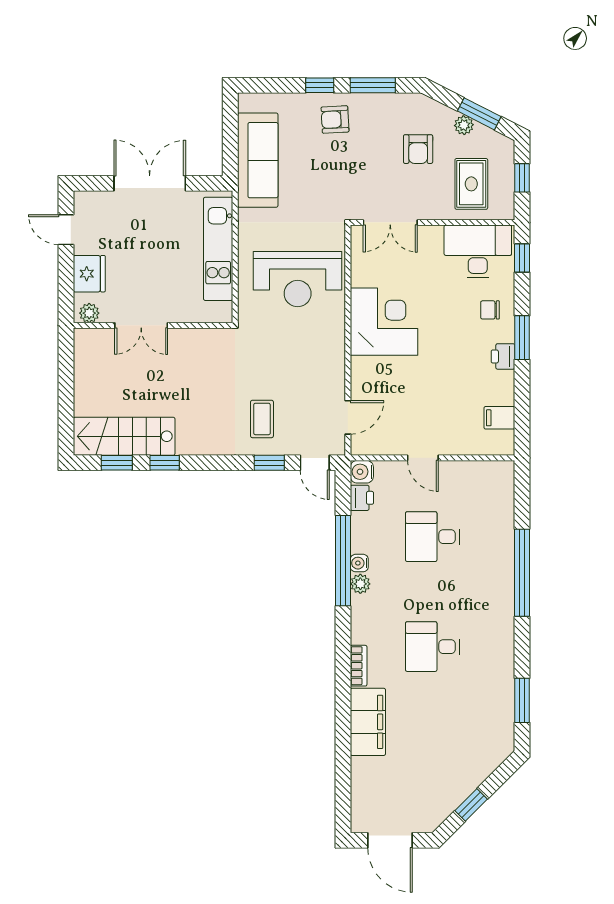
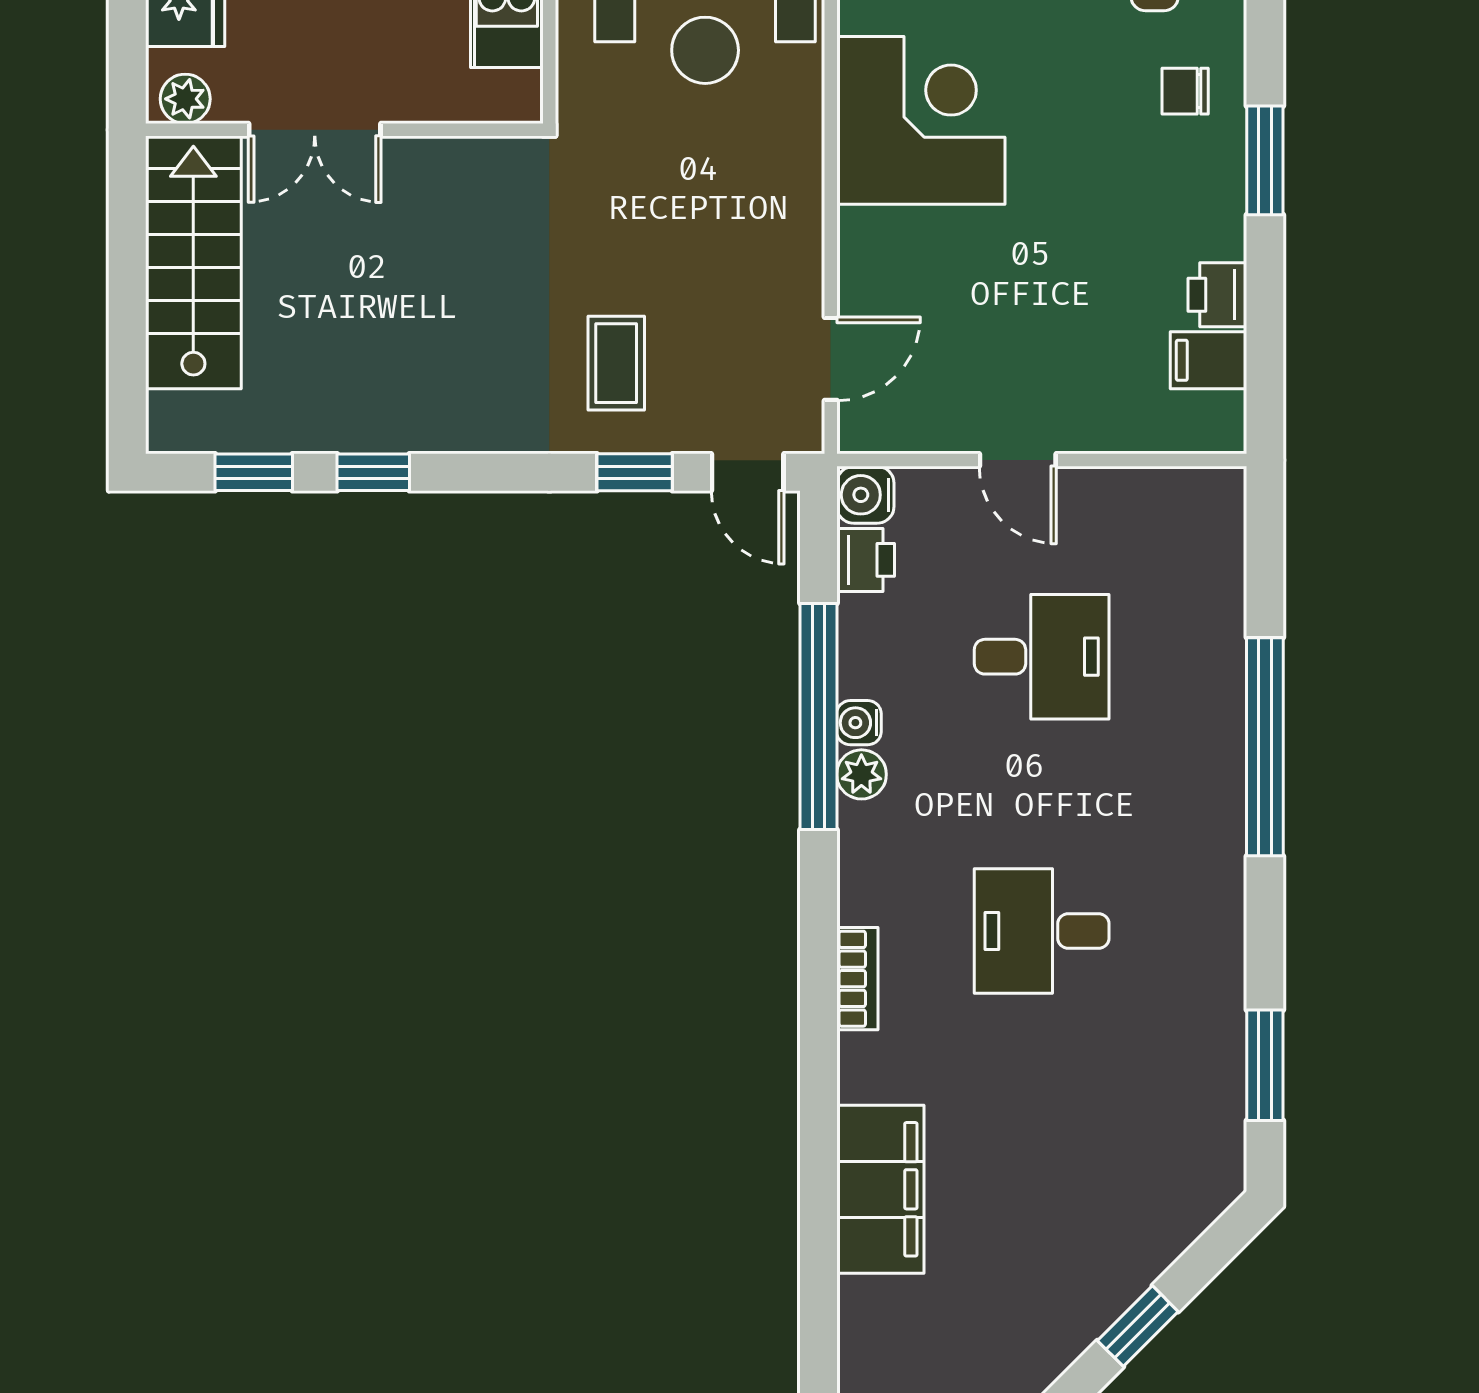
printer: (503, 356) -> (1217, 295), moved
stairs: (124, 436) -> (193, 262), moved, turned 90
desk: (433, 537) -> (1042, 657), turned 180
filing cabinet: (368, 722) -> (880, 1189), moved

